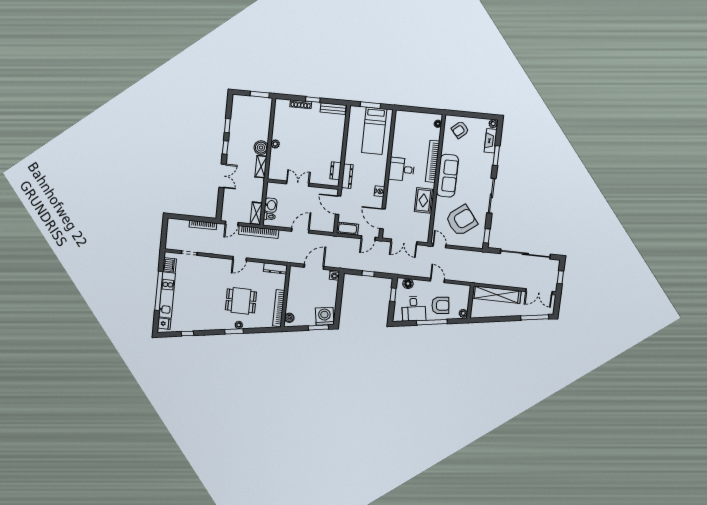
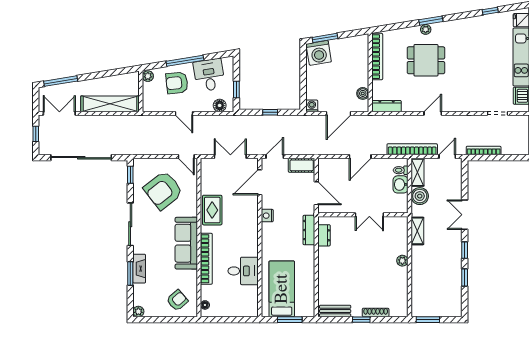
fireplace: (490, 141) -> (139, 269), moved
boiler: (261, 148) -> (420, 196), moved
desk: (402, 169) -> (243, 271), moved
door: (383, 219) -> (260, 182), swing flipped
boiler: (289, 318) -> (363, 93), moved

